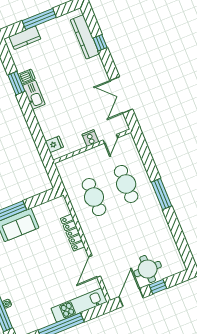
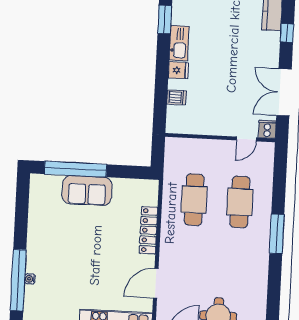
window: (100, 43) -> (287, 33), moved
dishwasher: (27, 77) -> (177, 97), moved
cooker: (90, 138) -> (267, 129), moved
fridge: (54, 144) -> (178, 70), moved

